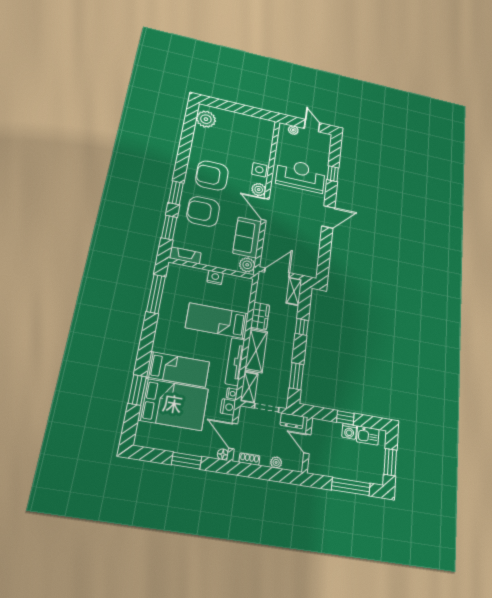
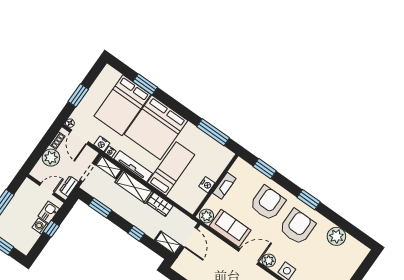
plant: (206, 119) -> (336, 236), moved
window: (176, 193) -> (309, 200), moved
fireplace: (186, 255) -> (224, 186), moved
bed: (178, 369) -> (156, 127), width x2.04
door: (233, 436) -> (79, 137), swing flipped
kitchen sink: (368, 436) -> (49, 212), moved
plant: (276, 462) -> (51, 158), width x1.88, depth x1.88

